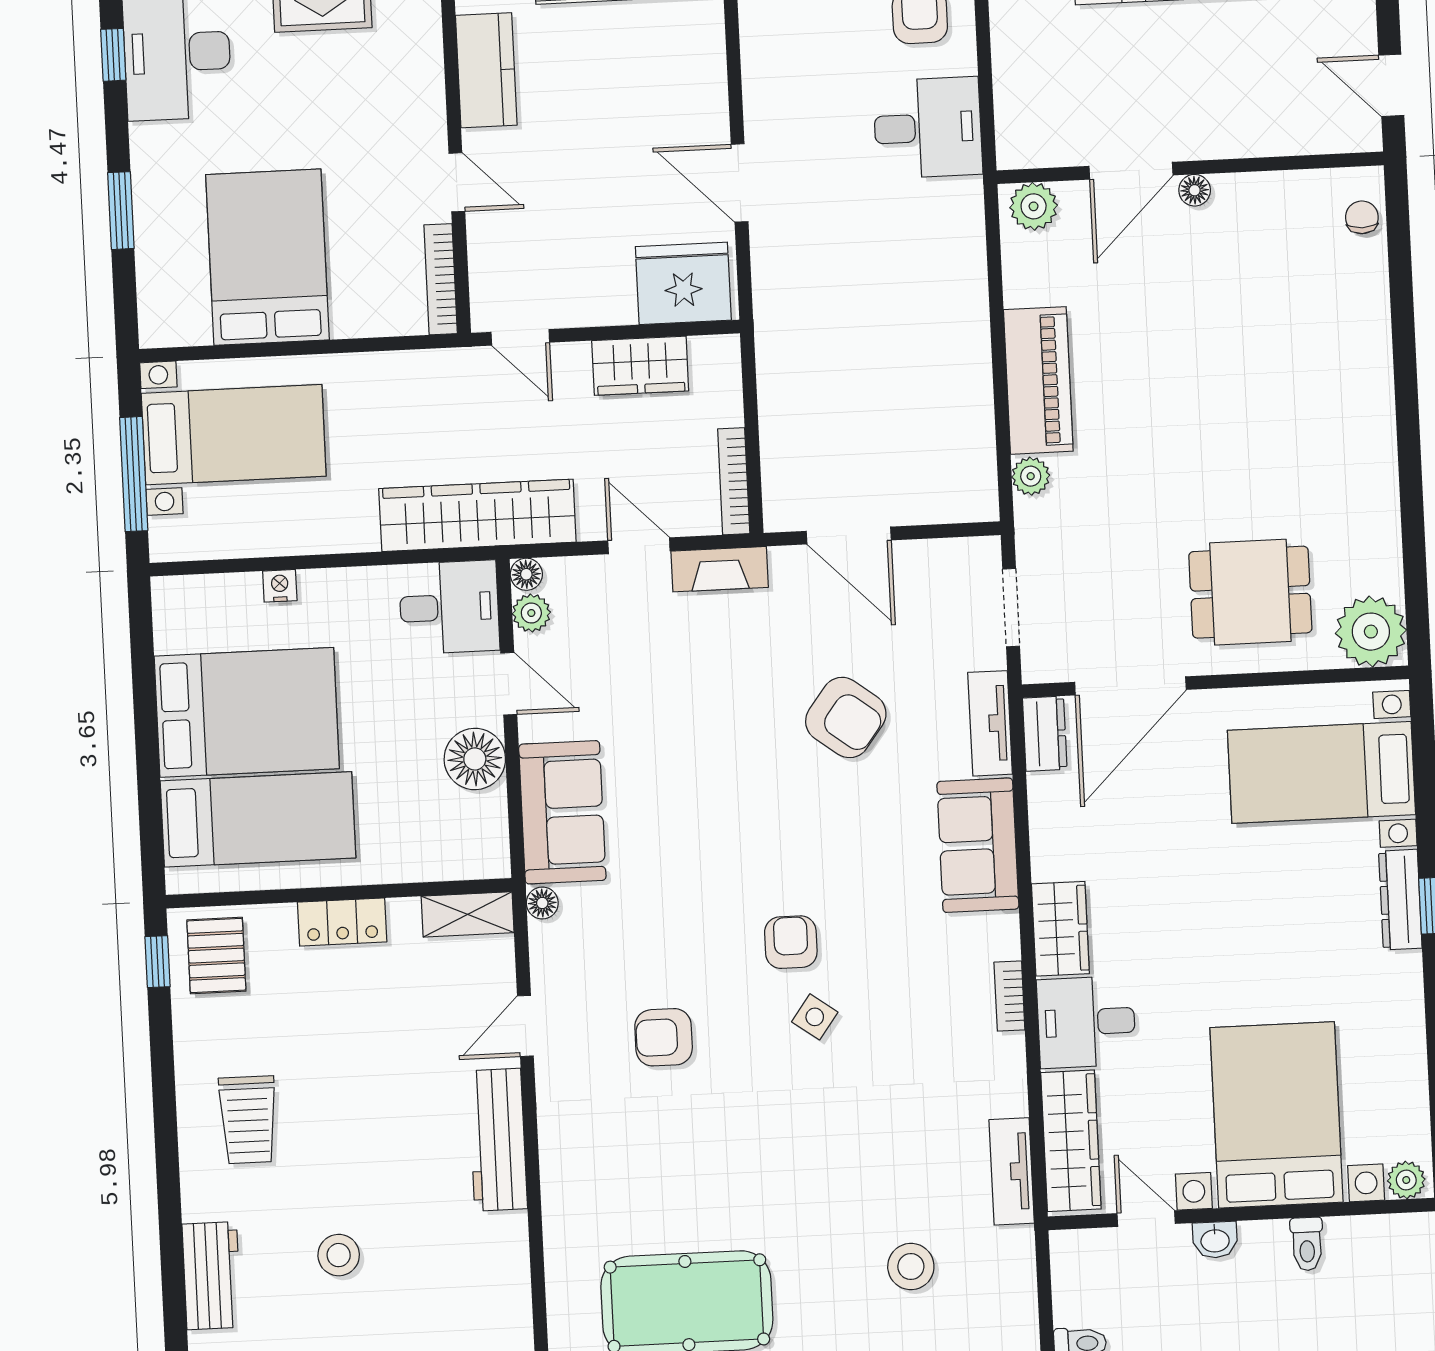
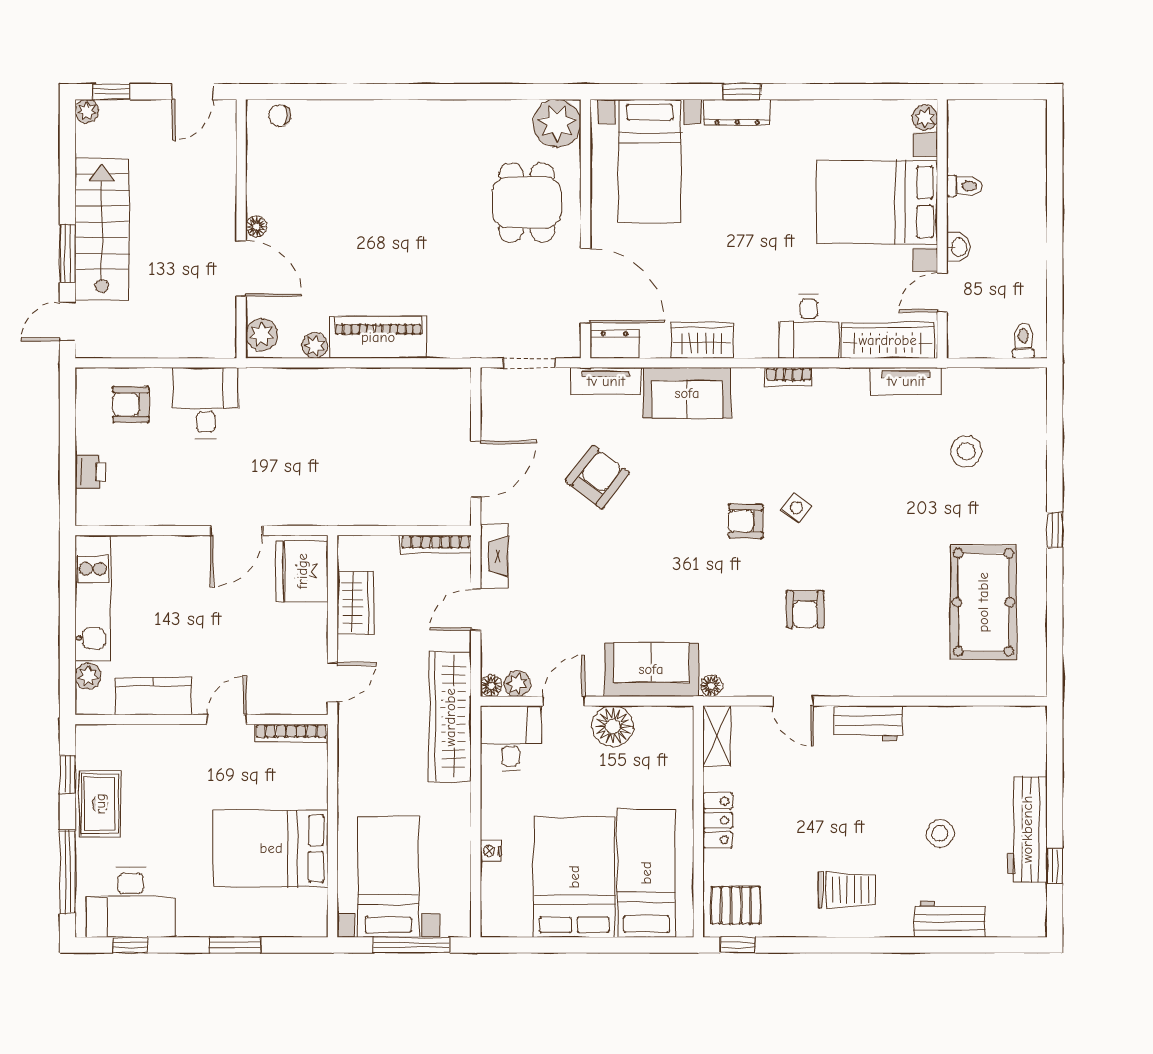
plant: (1031, 476) -> (315, 345), moved
wardrobe: (1060, 929) -> (702, 340), moved
workbench: (498, 1140) -> (868, 723), width x0.73

